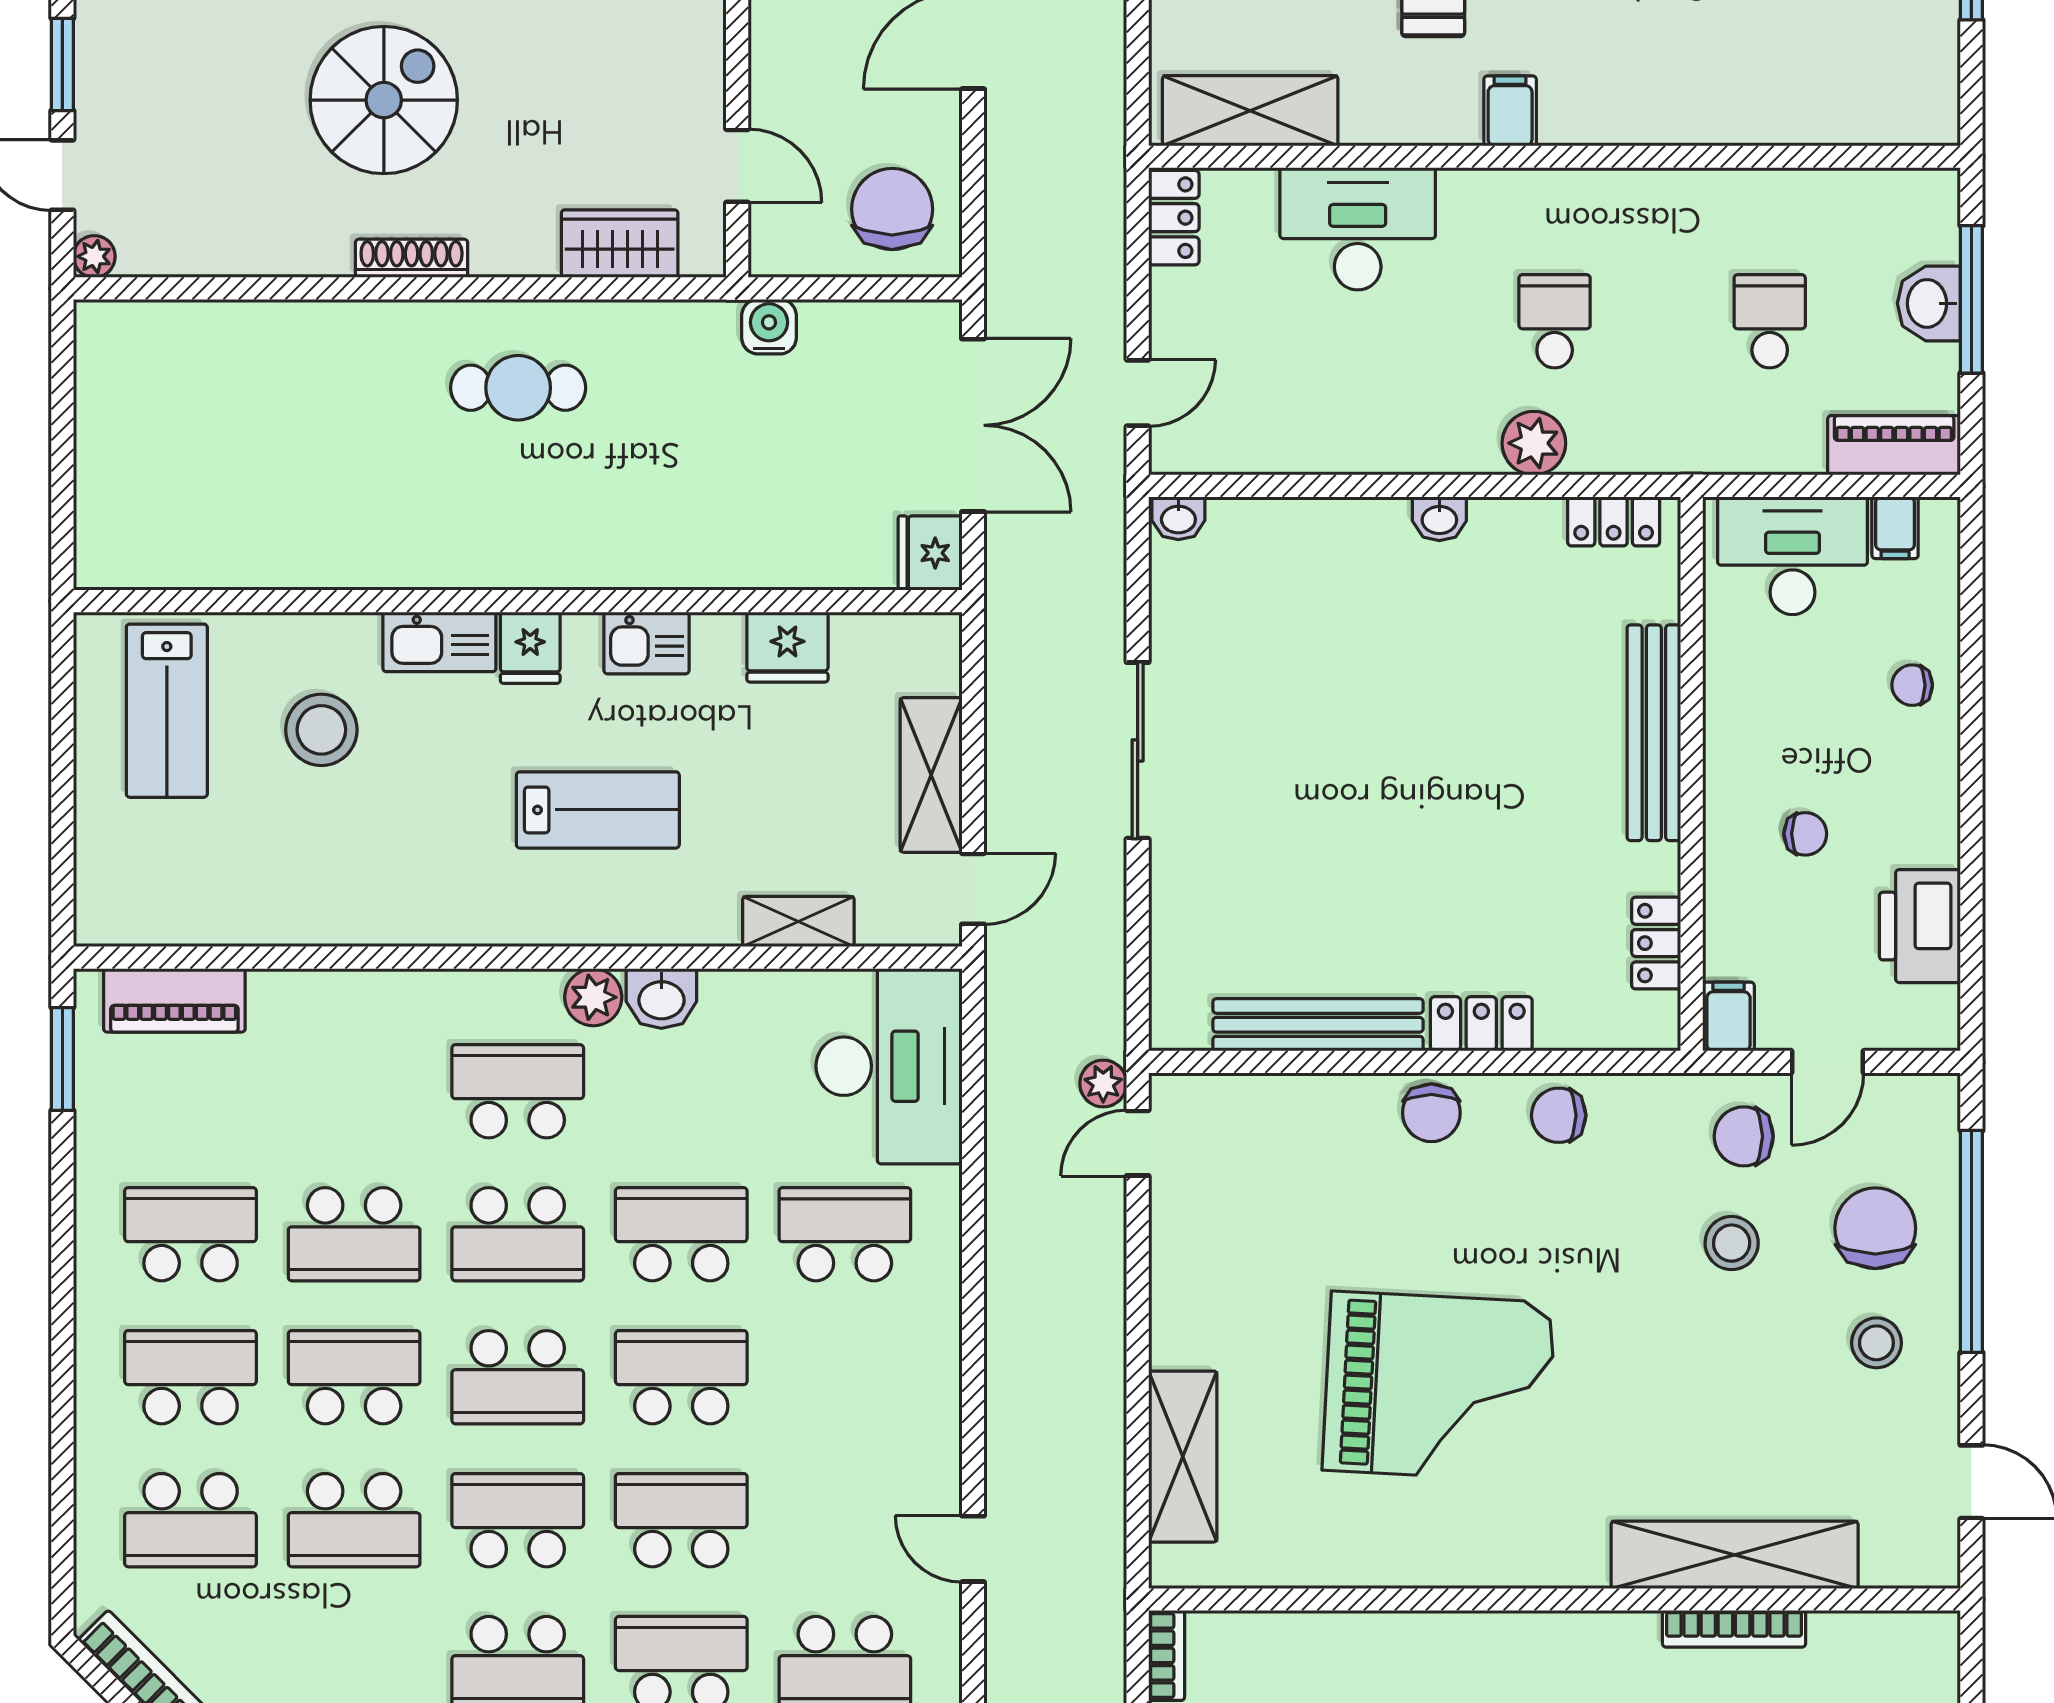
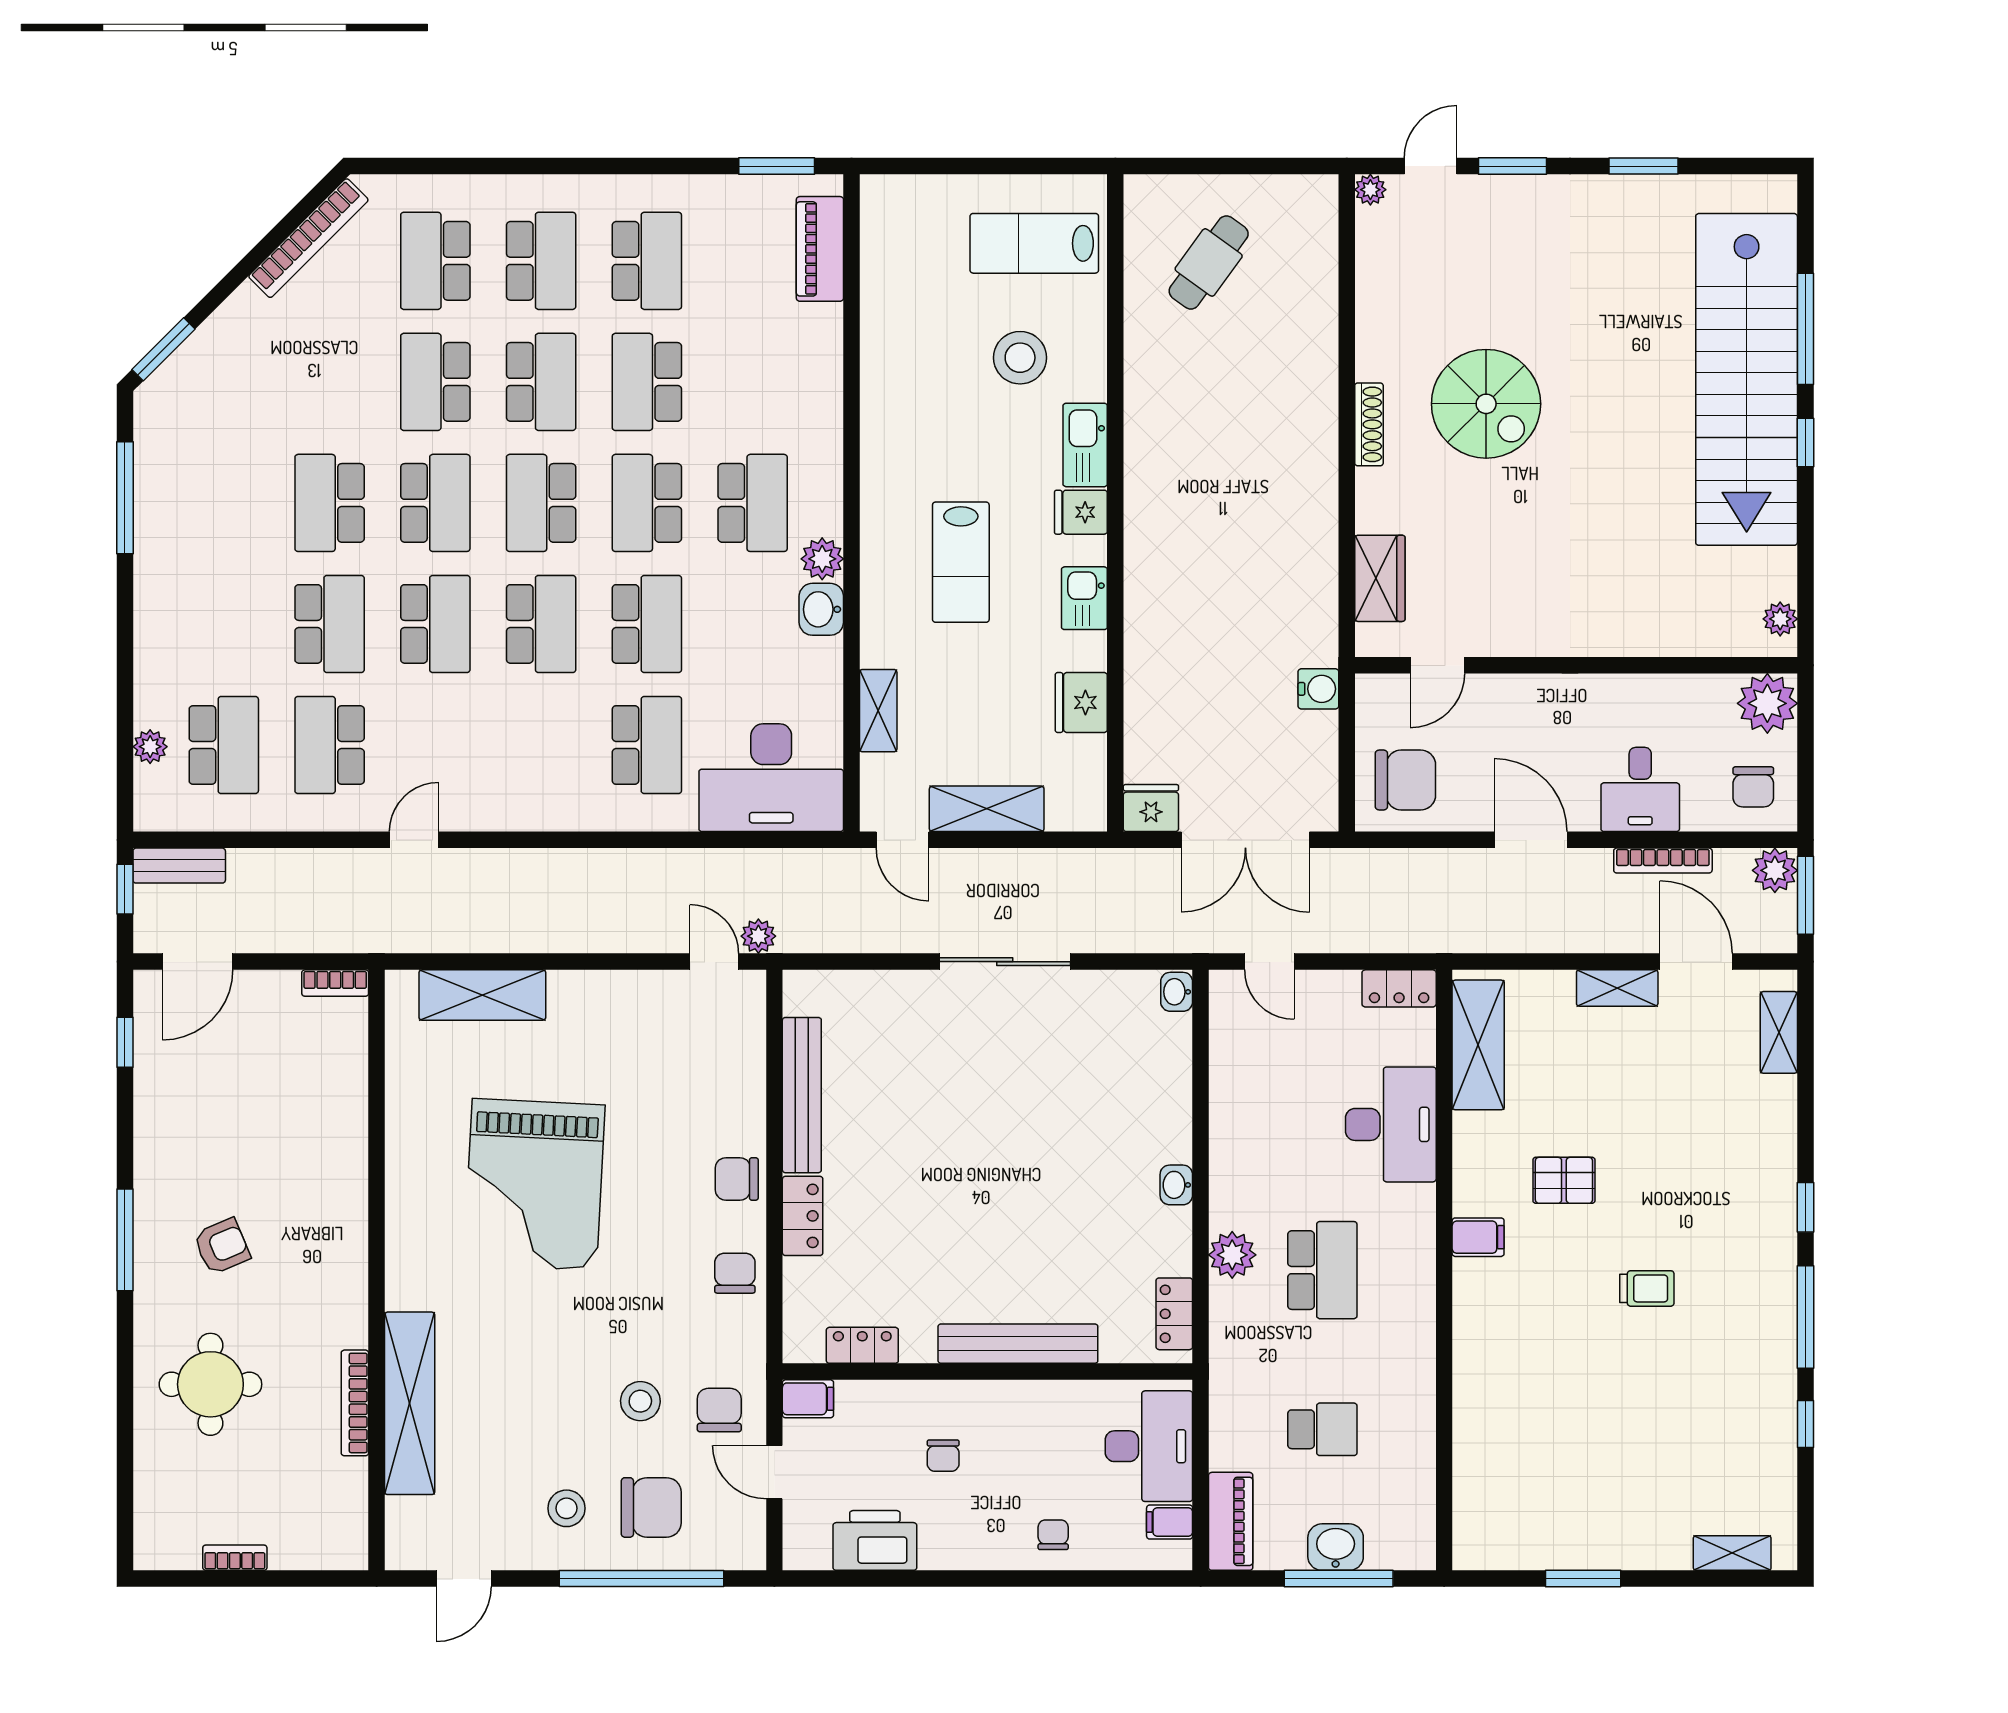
school desk: (1555, 321) -> (1322, 1270), width x1.85
cafe table: (518, 388) -> (1209, 262), moved, turned 36

